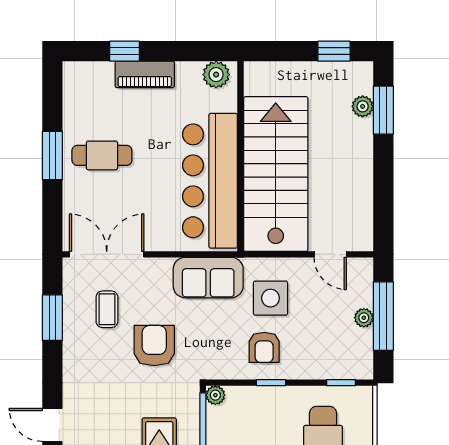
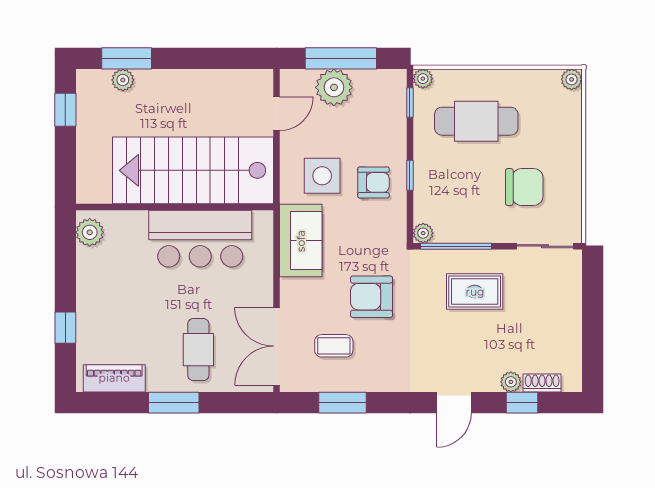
piano: (145, 74) -> (114, 378), moved, turned -90
cafe table: (102, 155) -> (198, 350), moved
bar counter: (210, 181) -> (200, 239), width x0.73
plant: (364, 318) -> (334, 87), width x1.88, depth x1.88
plant: (364, 395) -> (423, 79), added

